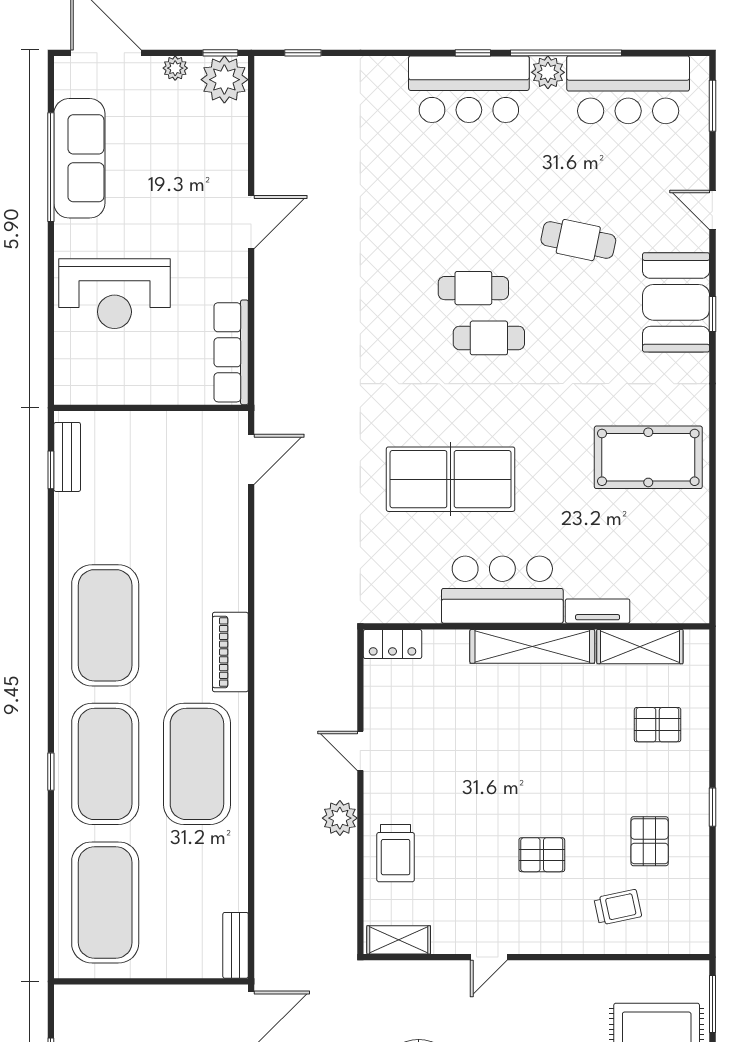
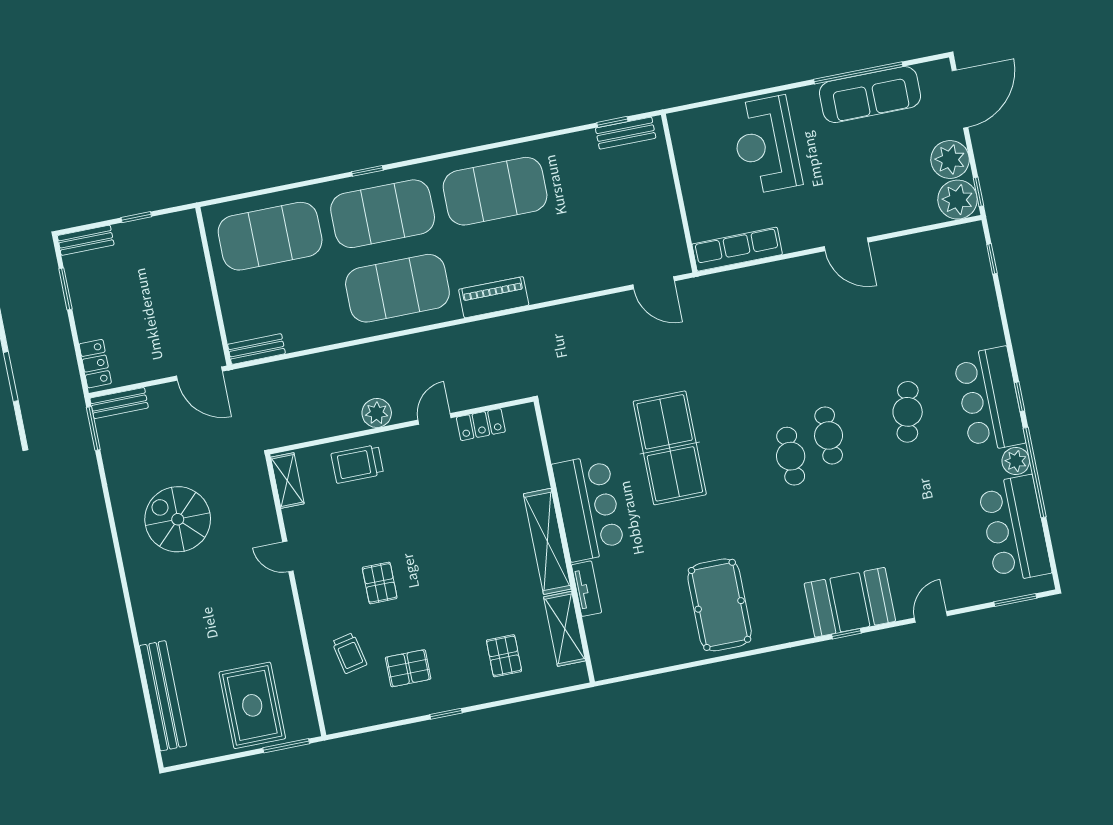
plant: (175, 68) -> (950, 159), width x1.87, depth x1.87
cafe table: (578, 240) -> (908, 412), moved
locker: (393, 644) -> (481, 425), moved, turned -90

